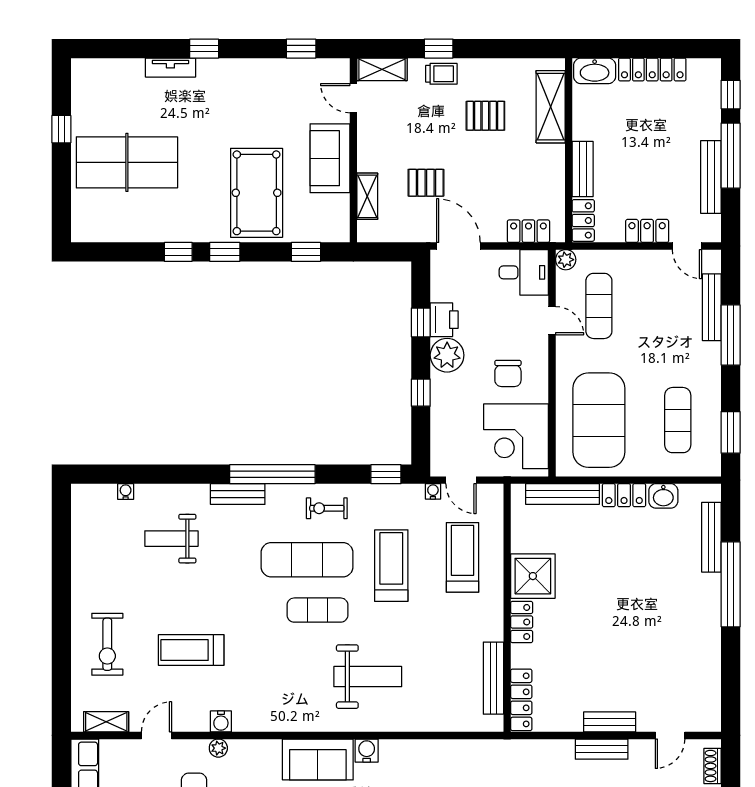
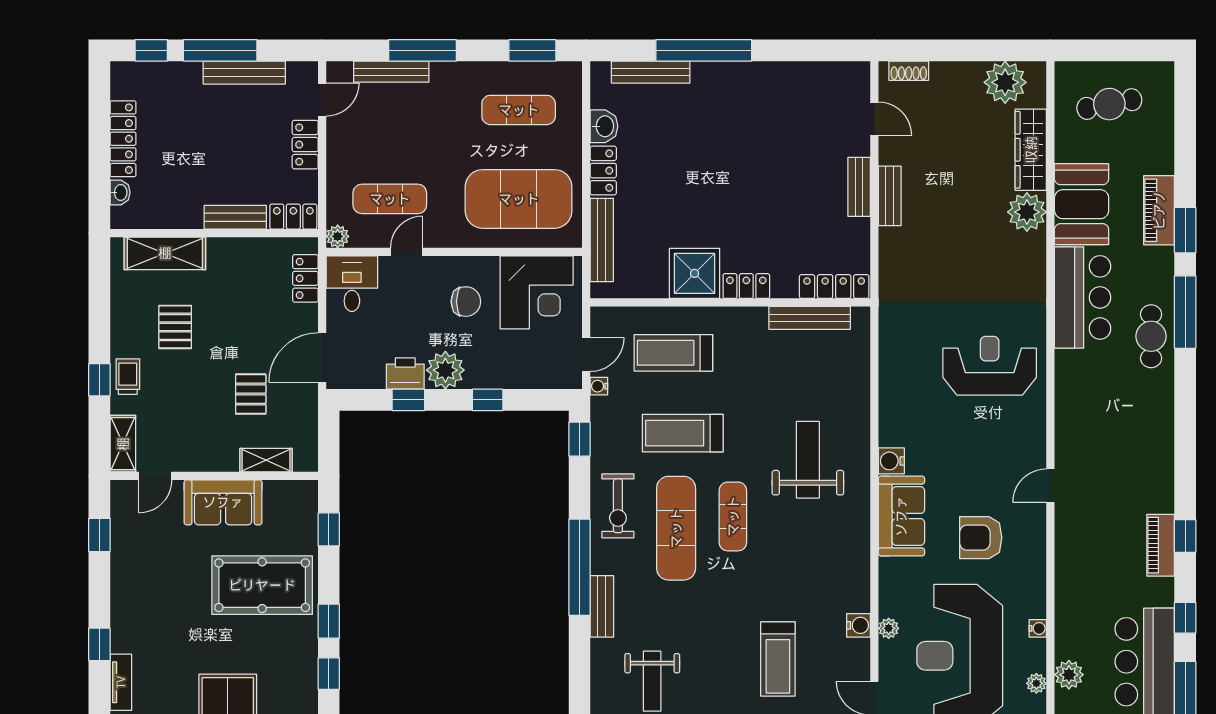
washbasin: (595, 71) -> (120, 192), width x0.52, depth x0.69
exercise bike: (327, 508) -> (618, 506), width x1.38, depth x1.39

